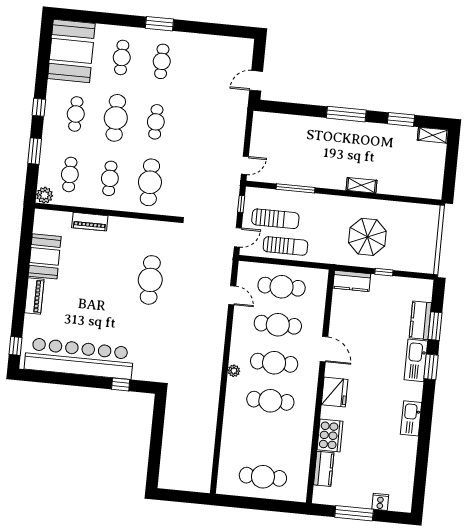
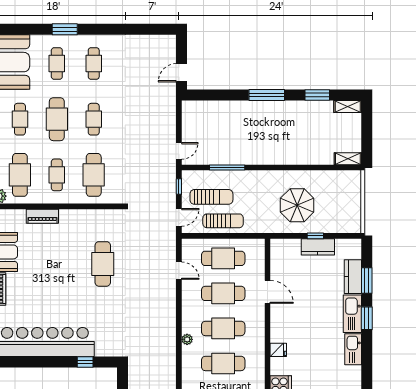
window: (159, 24) -> (65, 29), moved
cafe table: (70, 174) -> (20, 175), width x1.37, depth x1.35
shelving: (362, 185) -> (348, 159), moved
kitchen counter: (352, 281) -> (318, 247), moved
door: (324, 349) -> (267, 292), moved
fridge: (335, 392) -> (278, 350), width x0.53, depth x0.75
kitchen sink: (411, 418) -> (353, 349), moved

